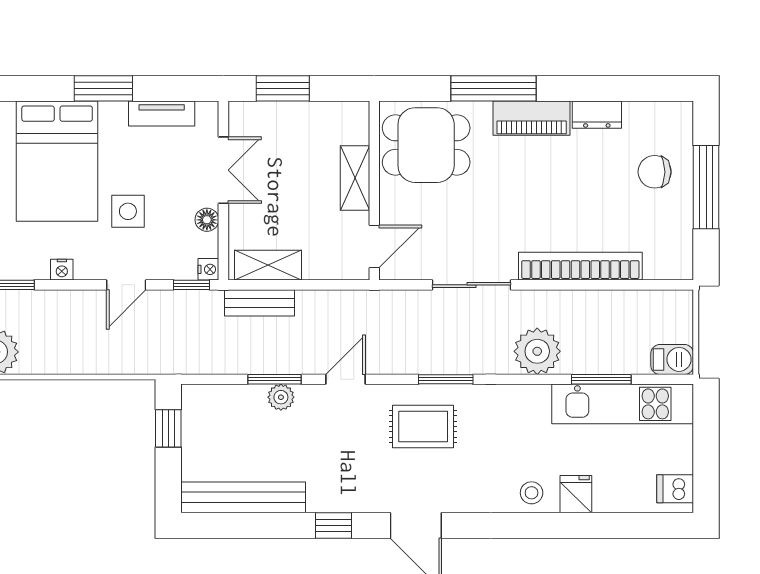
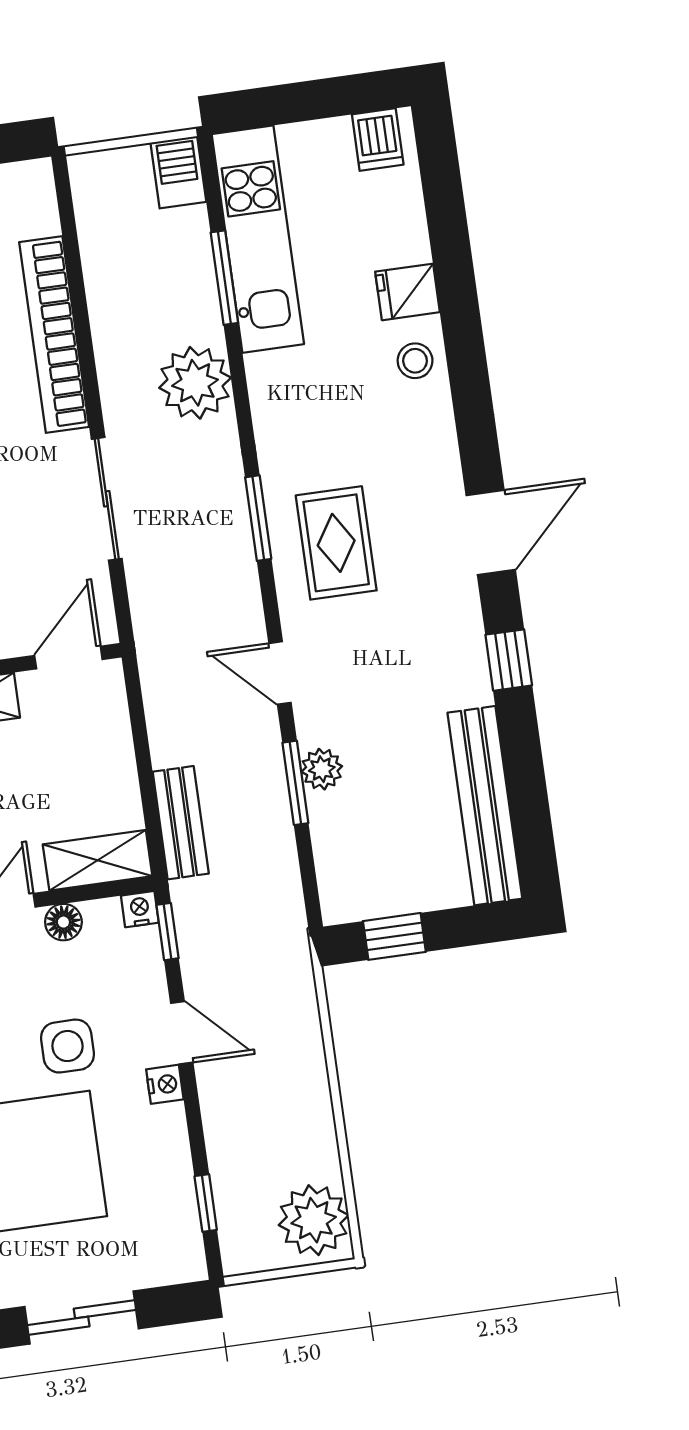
door: (374, 247) -> (68, 657), hinge flipped
shelving: (268, 265) -> (98, 860), moved, turned 90
nightstand: (62, 270) -> (165, 1084), moved

